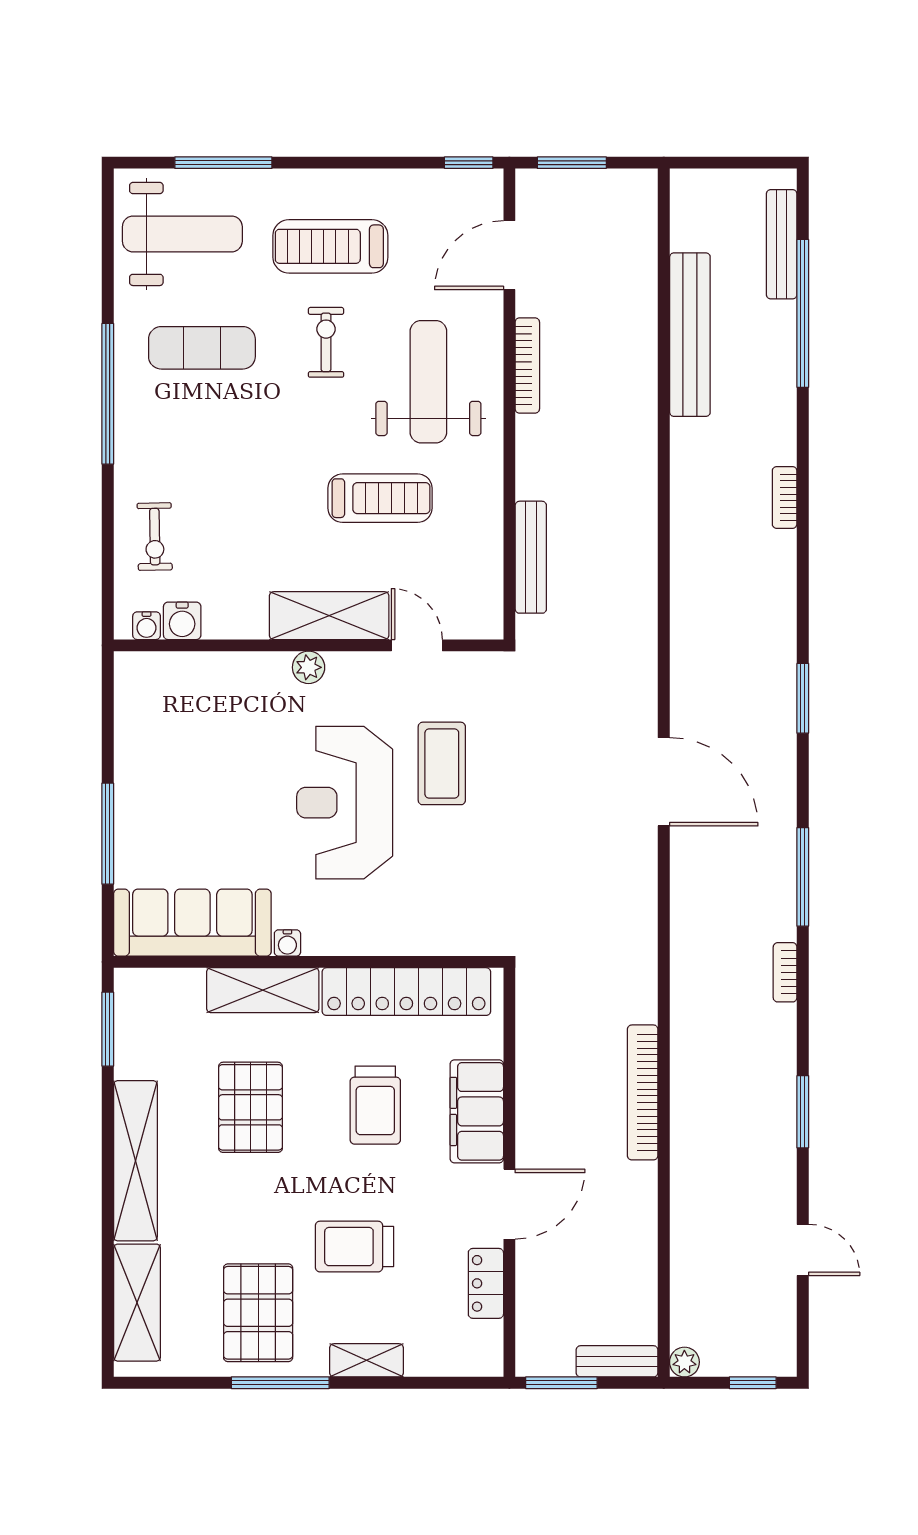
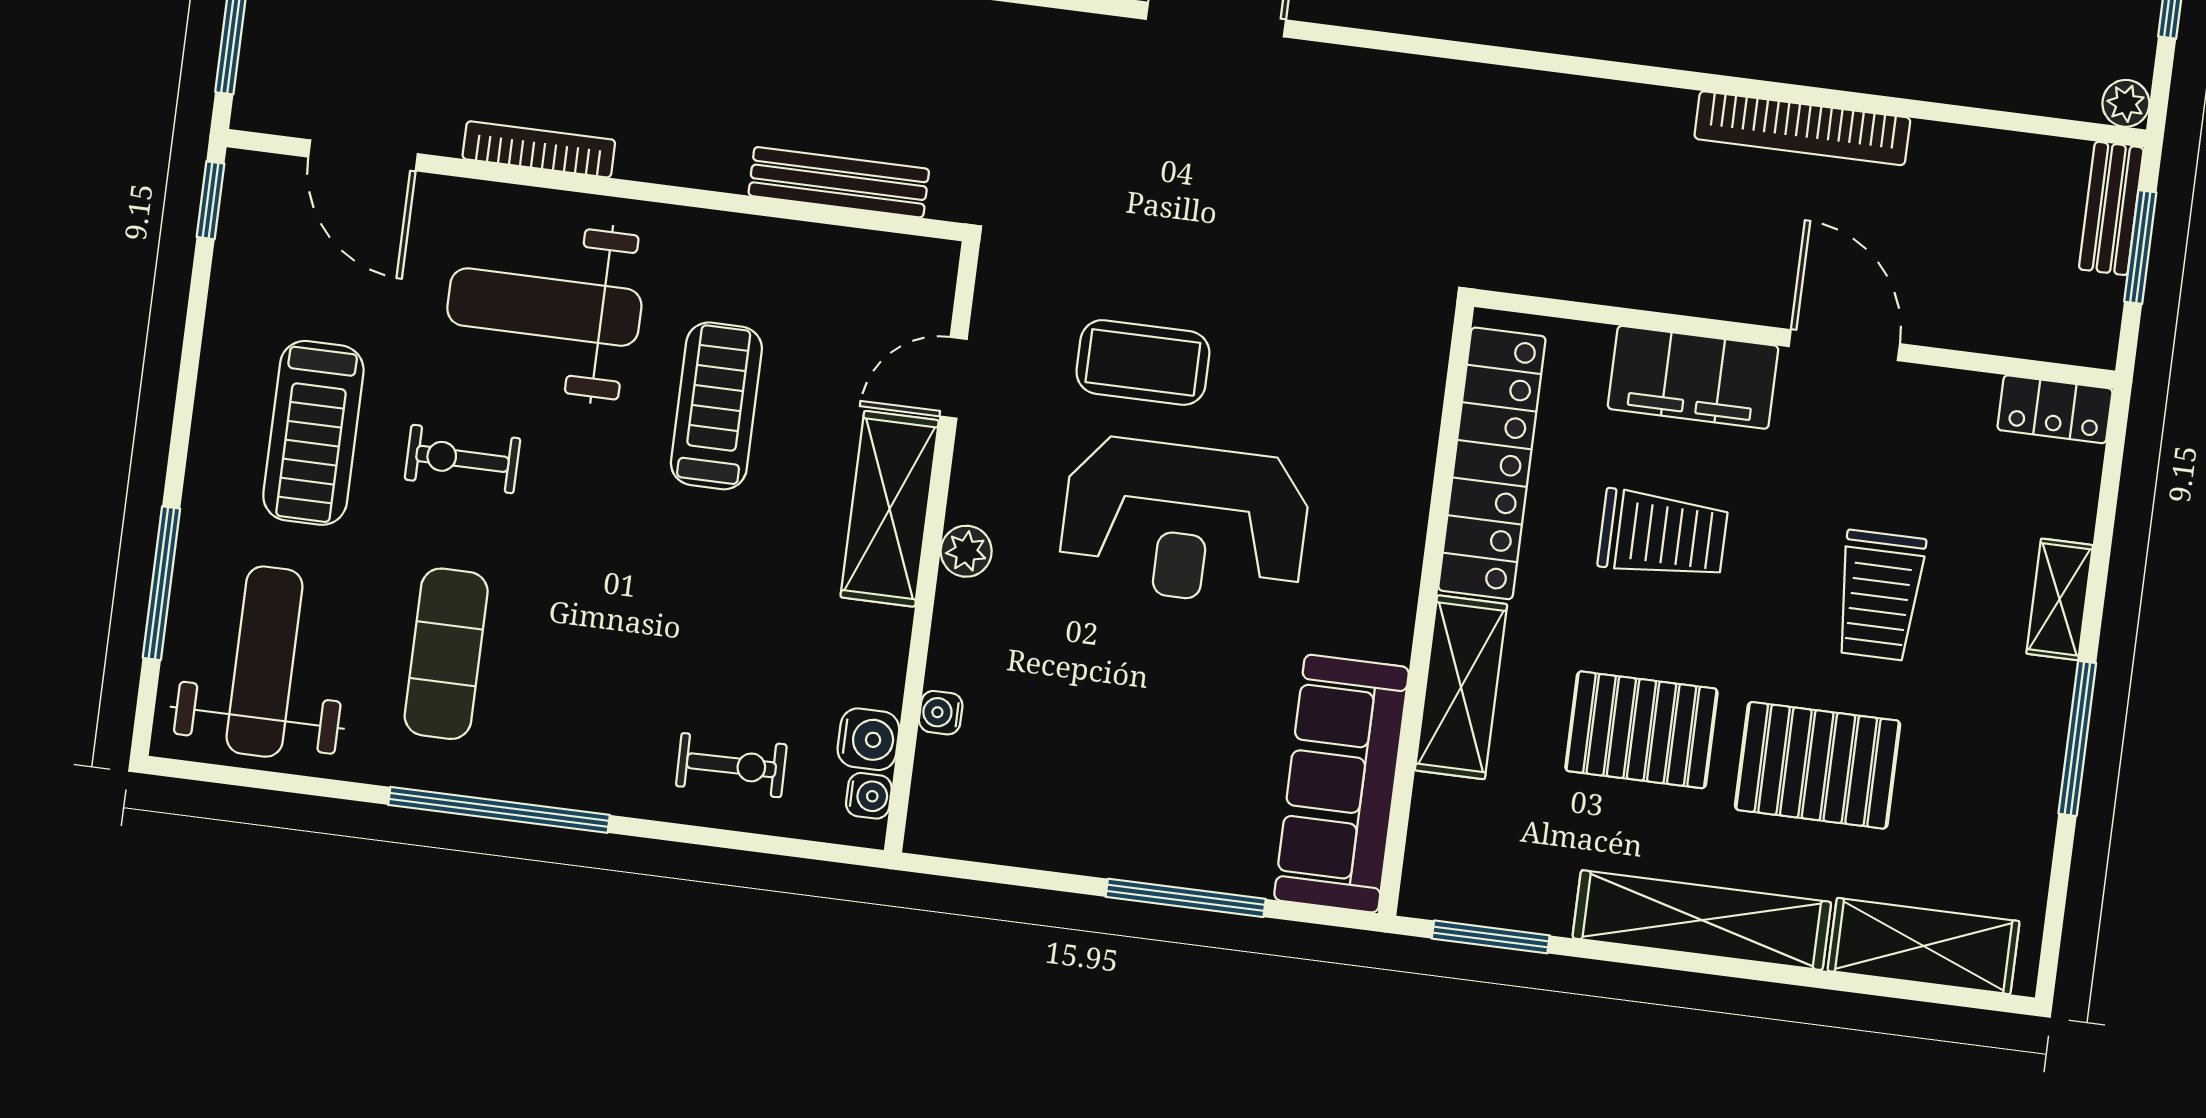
water cooler: (287, 943) -> (941, 713), moved, turned 180
bookcase: (643, 1092) -> (1802, 128), moved
locker: (486, 1283) -> (2055, 409), moved
pallet: (258, 1313) -> (1818, 765), moved
window: (561, 1383) -> (2140, 247), moved

